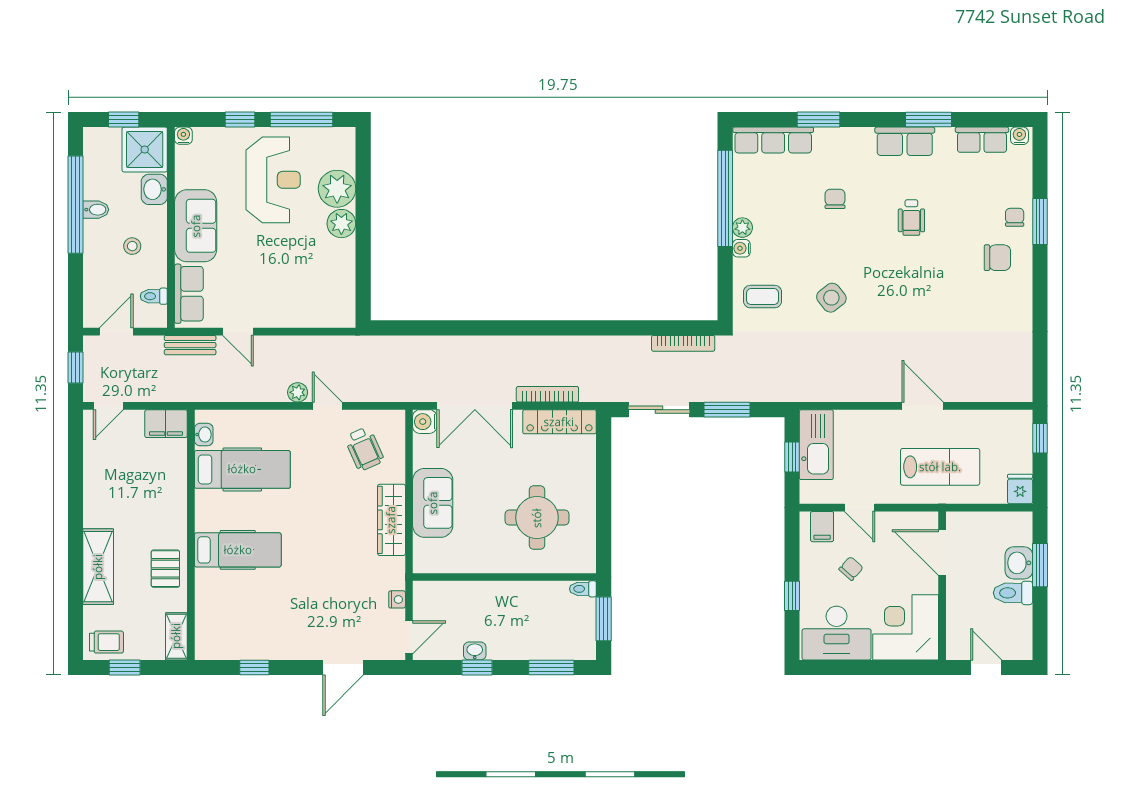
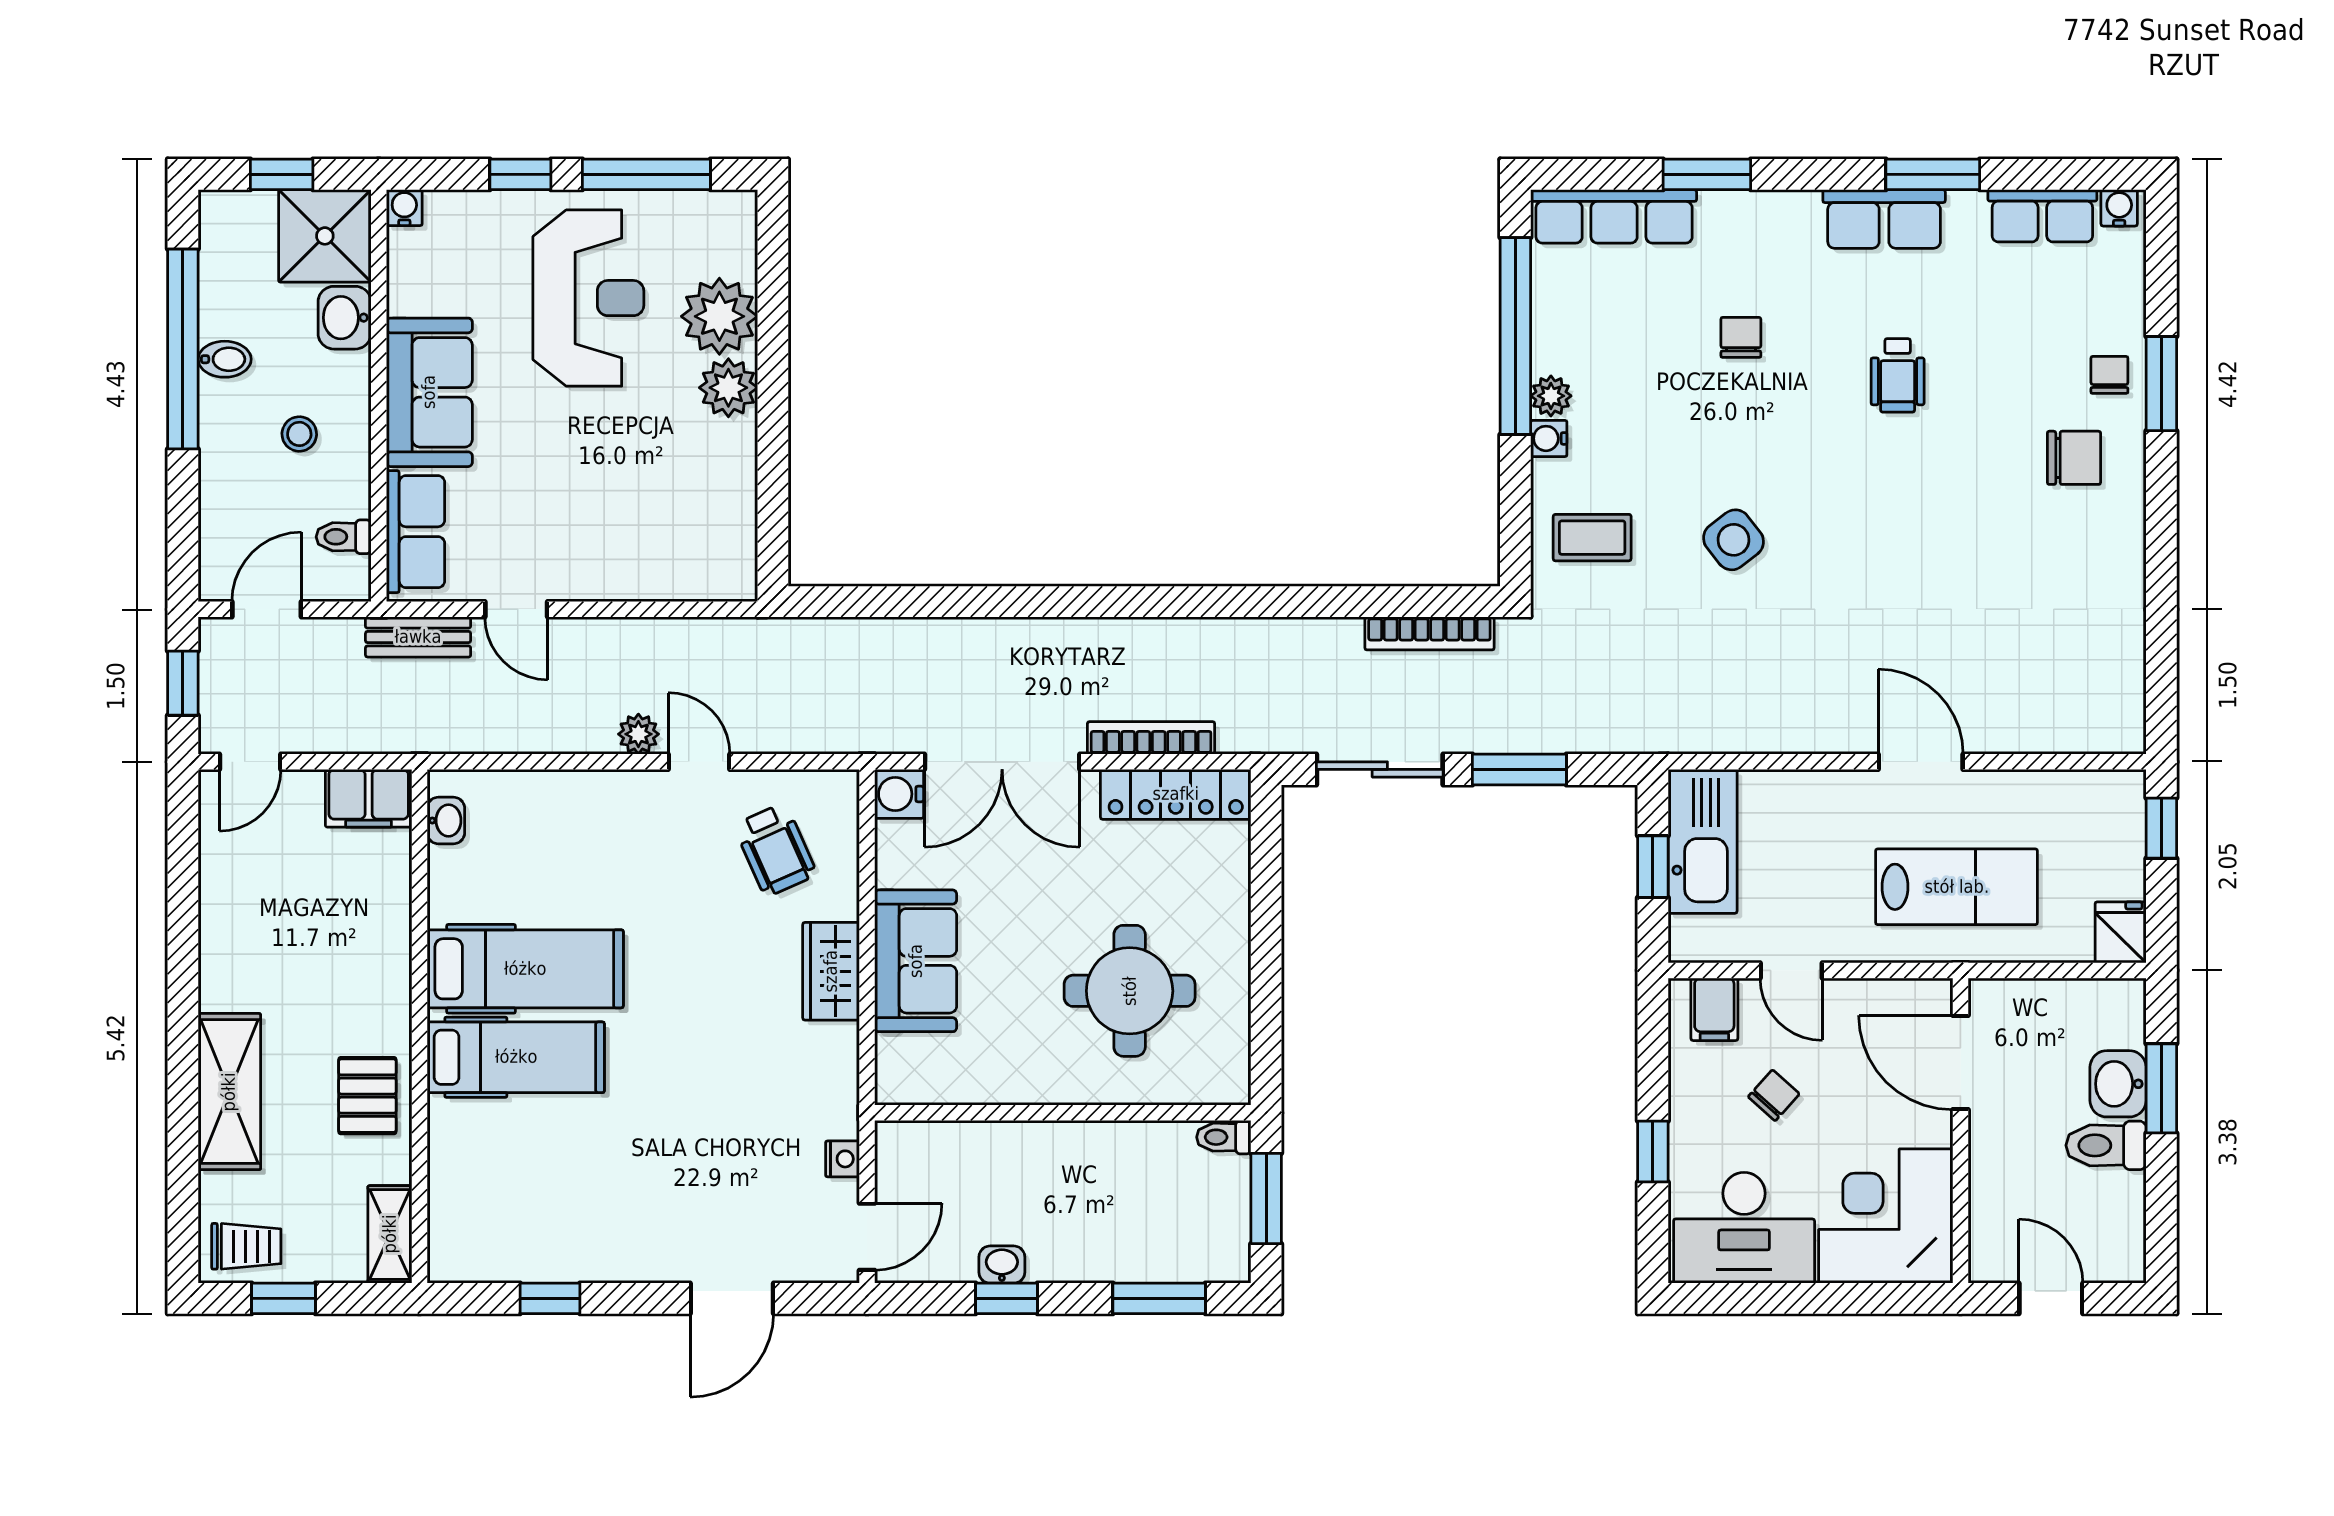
hospital bed: (242, 469) -> (525, 969), moved
wardrobe: (391, 520) -> (831, 971), width x0.67

